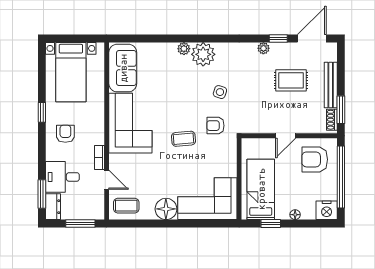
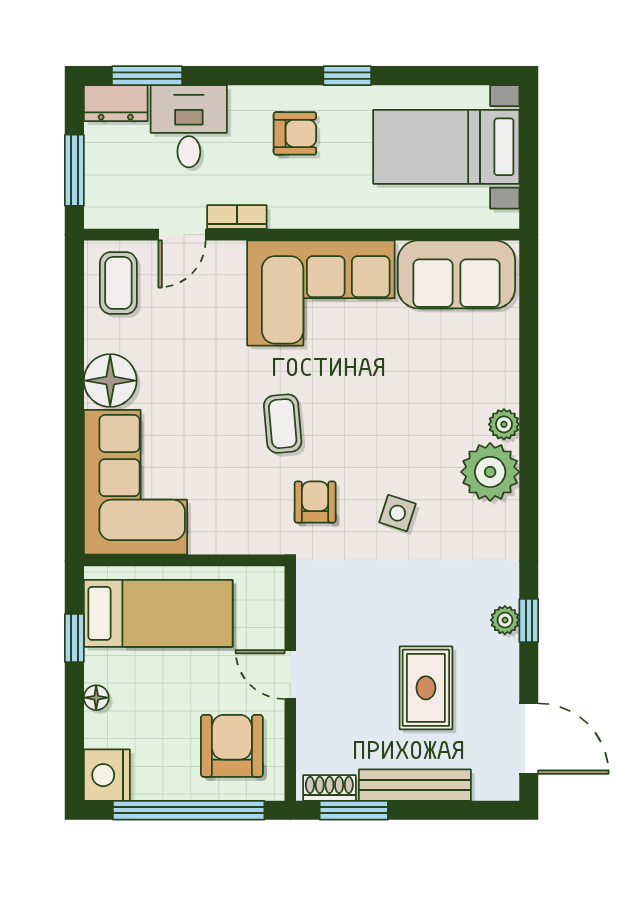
window: (278, 39) -> (529, 621), moved

